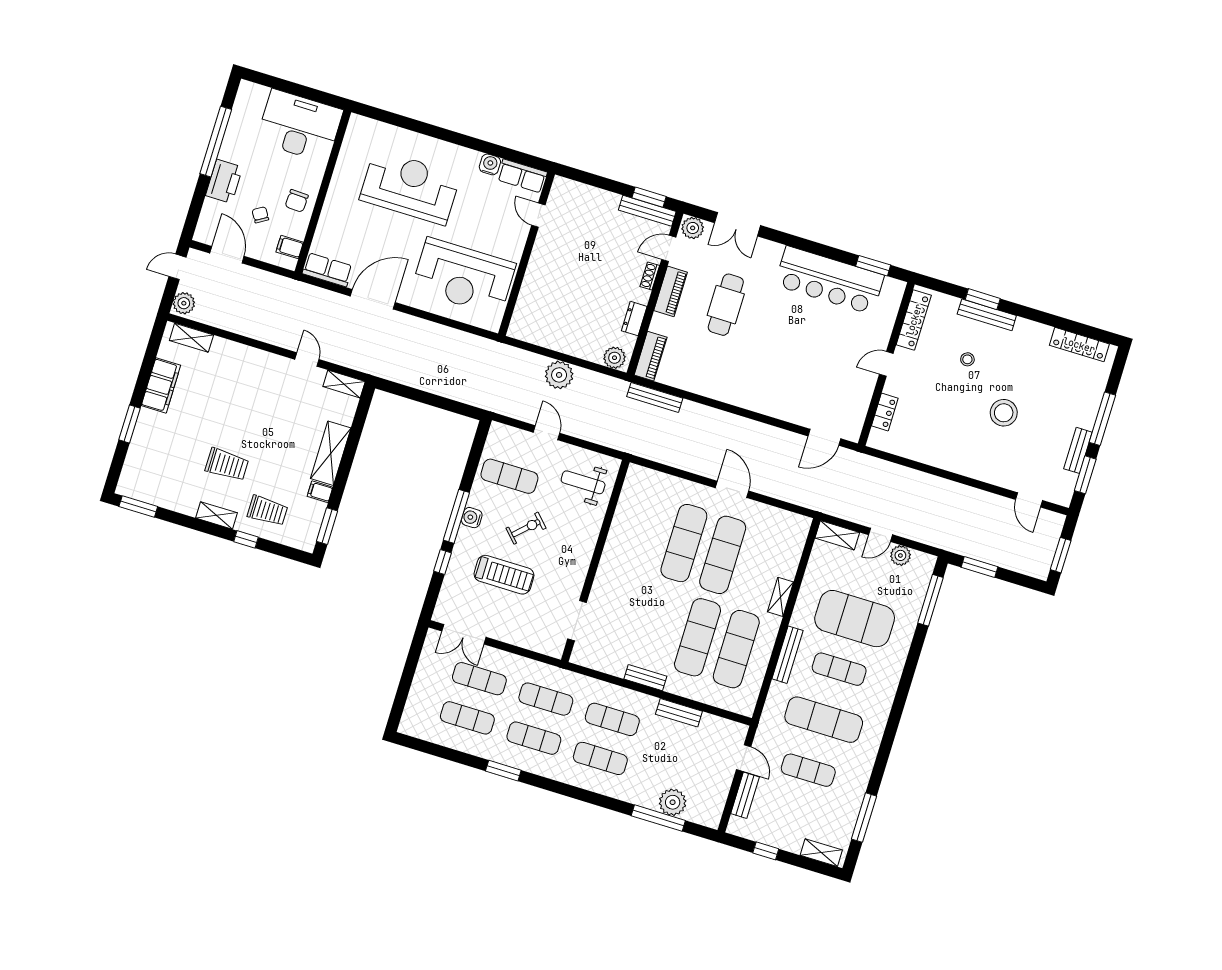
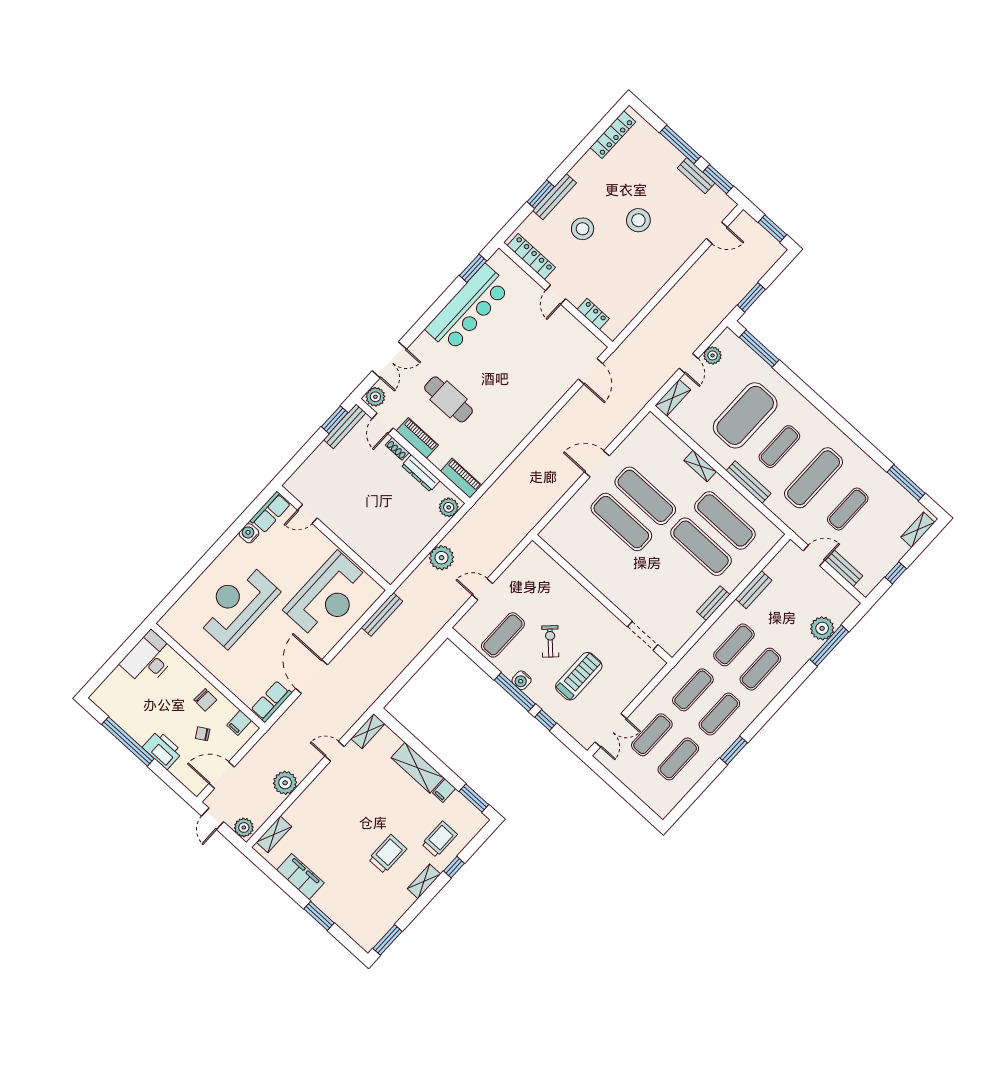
desk: (300, 126) -> (149, 659), width x0.73, depth x0.77
dresser: (634, 319) -> (421, 473), width x1.44
plant: (250, 324) -> (285, 783), added
stool: (967, 359) -> (583, 229), width x1.89, depth x1.89
bench: (655, 397) -> (382, 614), moved
weight bench: (583, 482) -> (535, 579), removed

